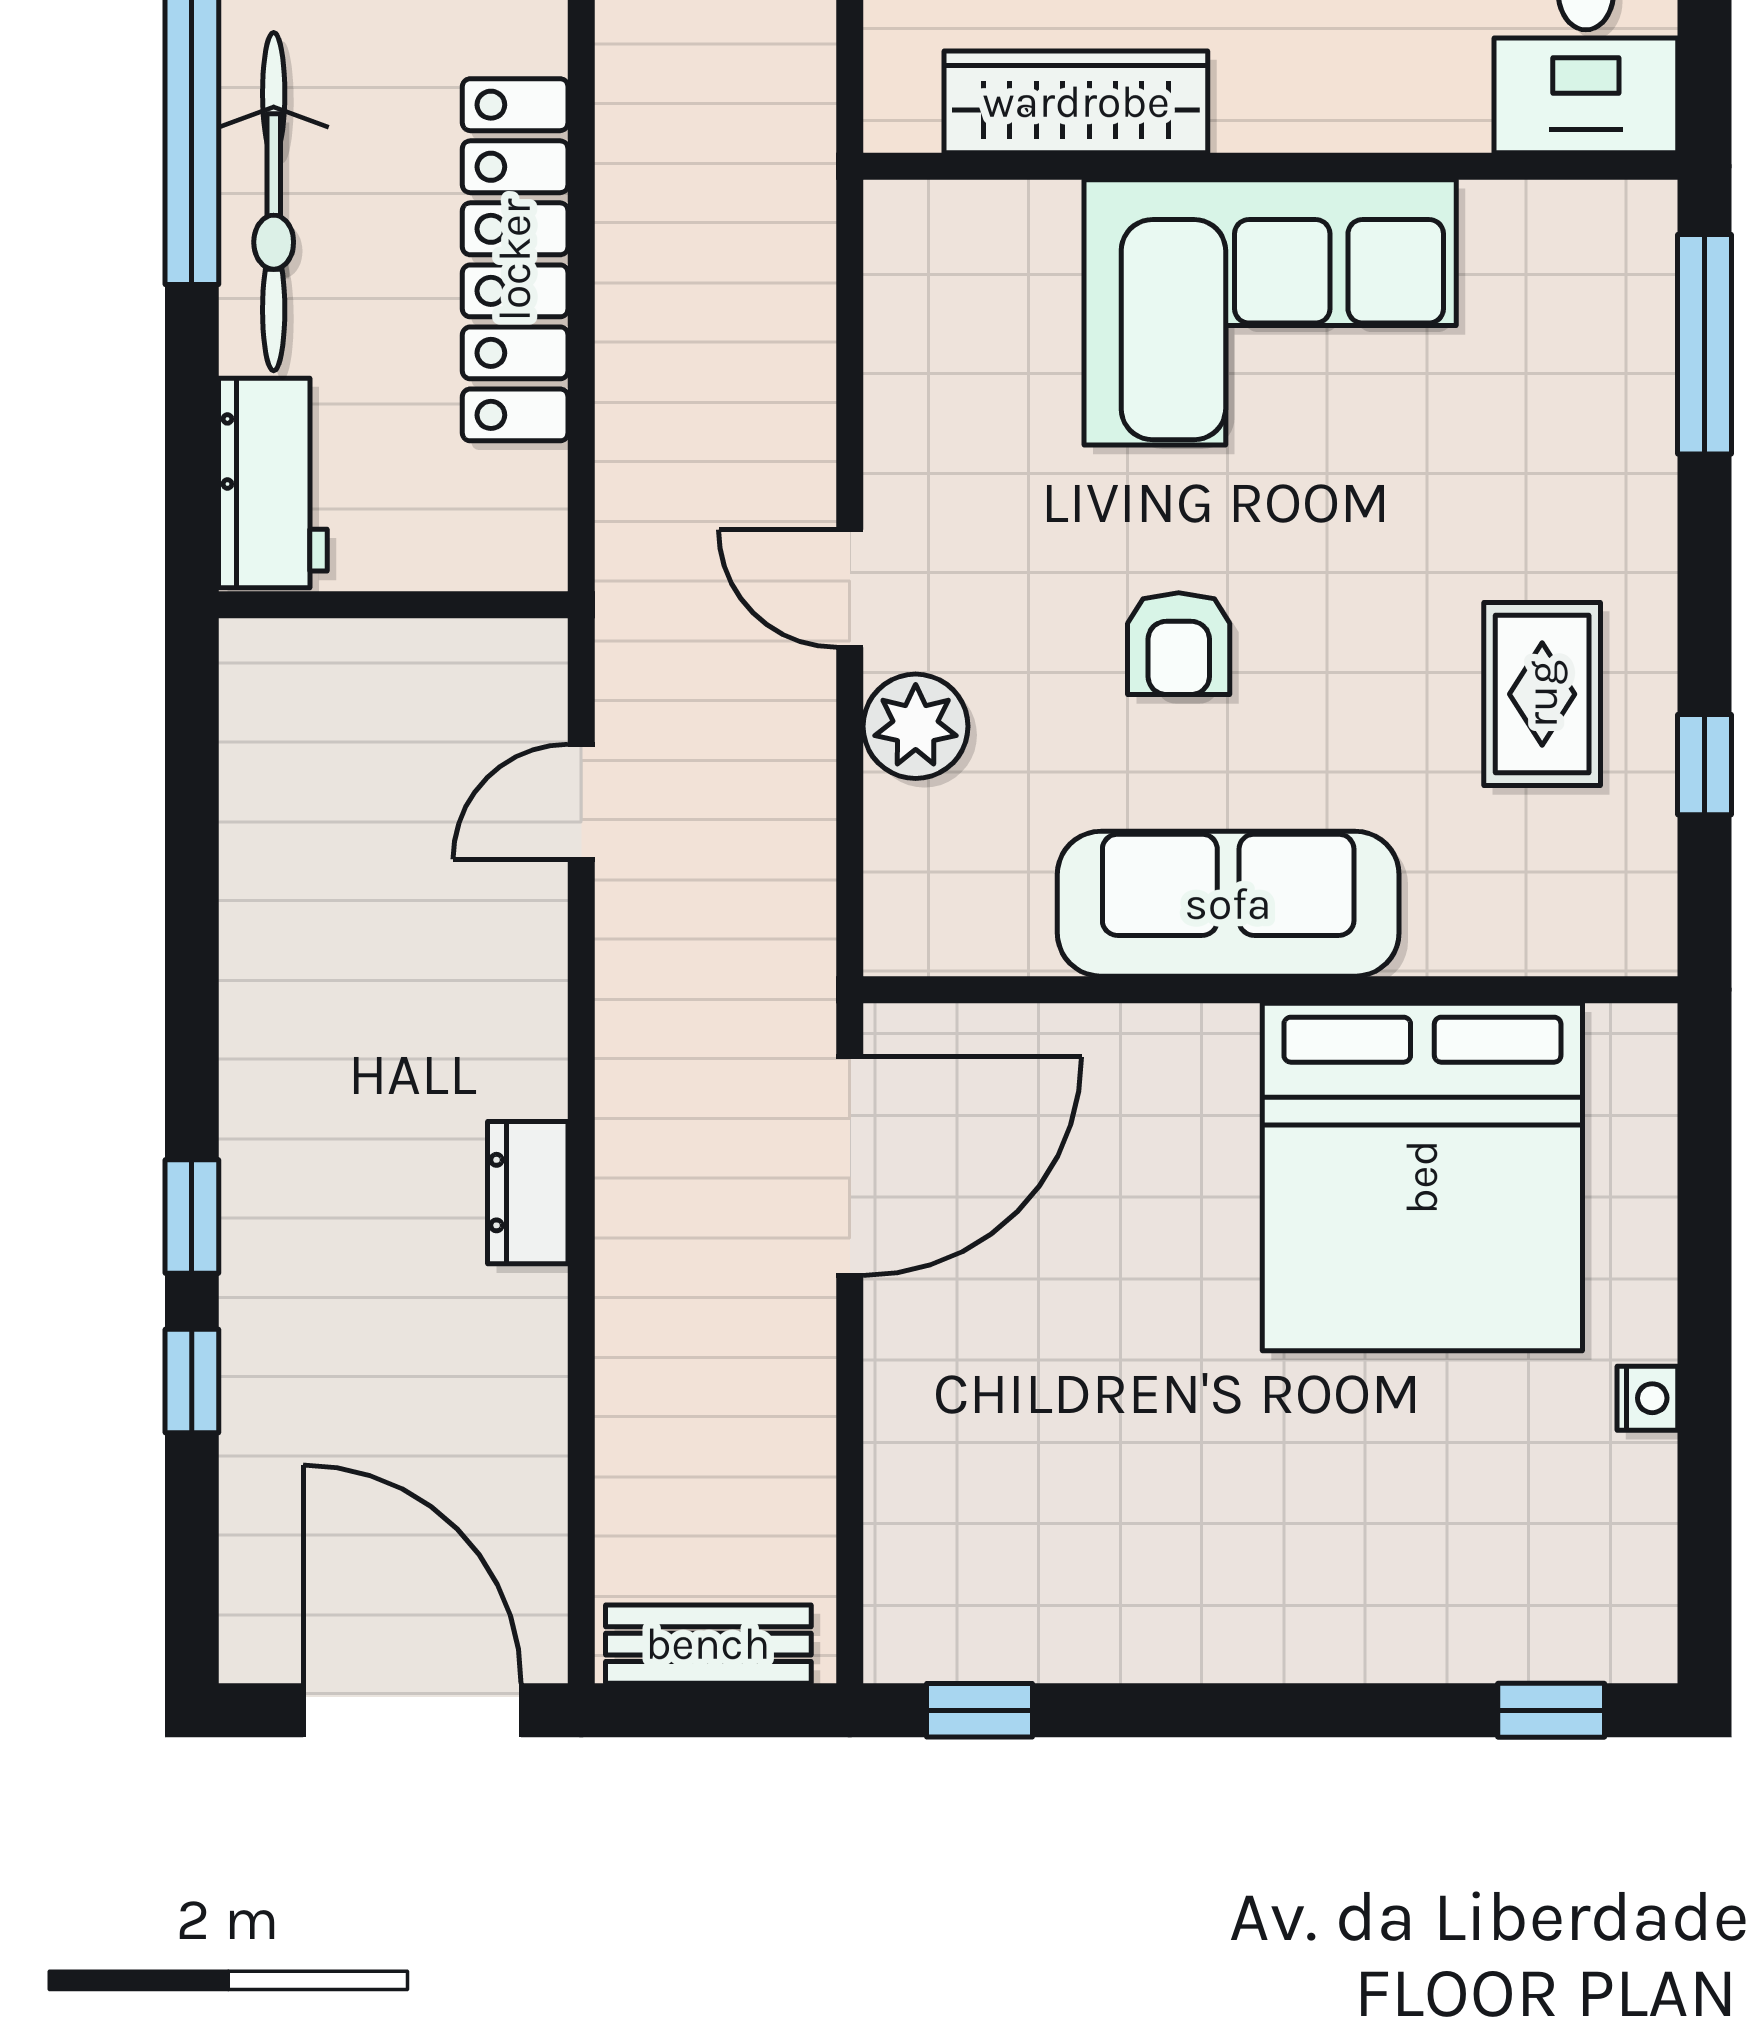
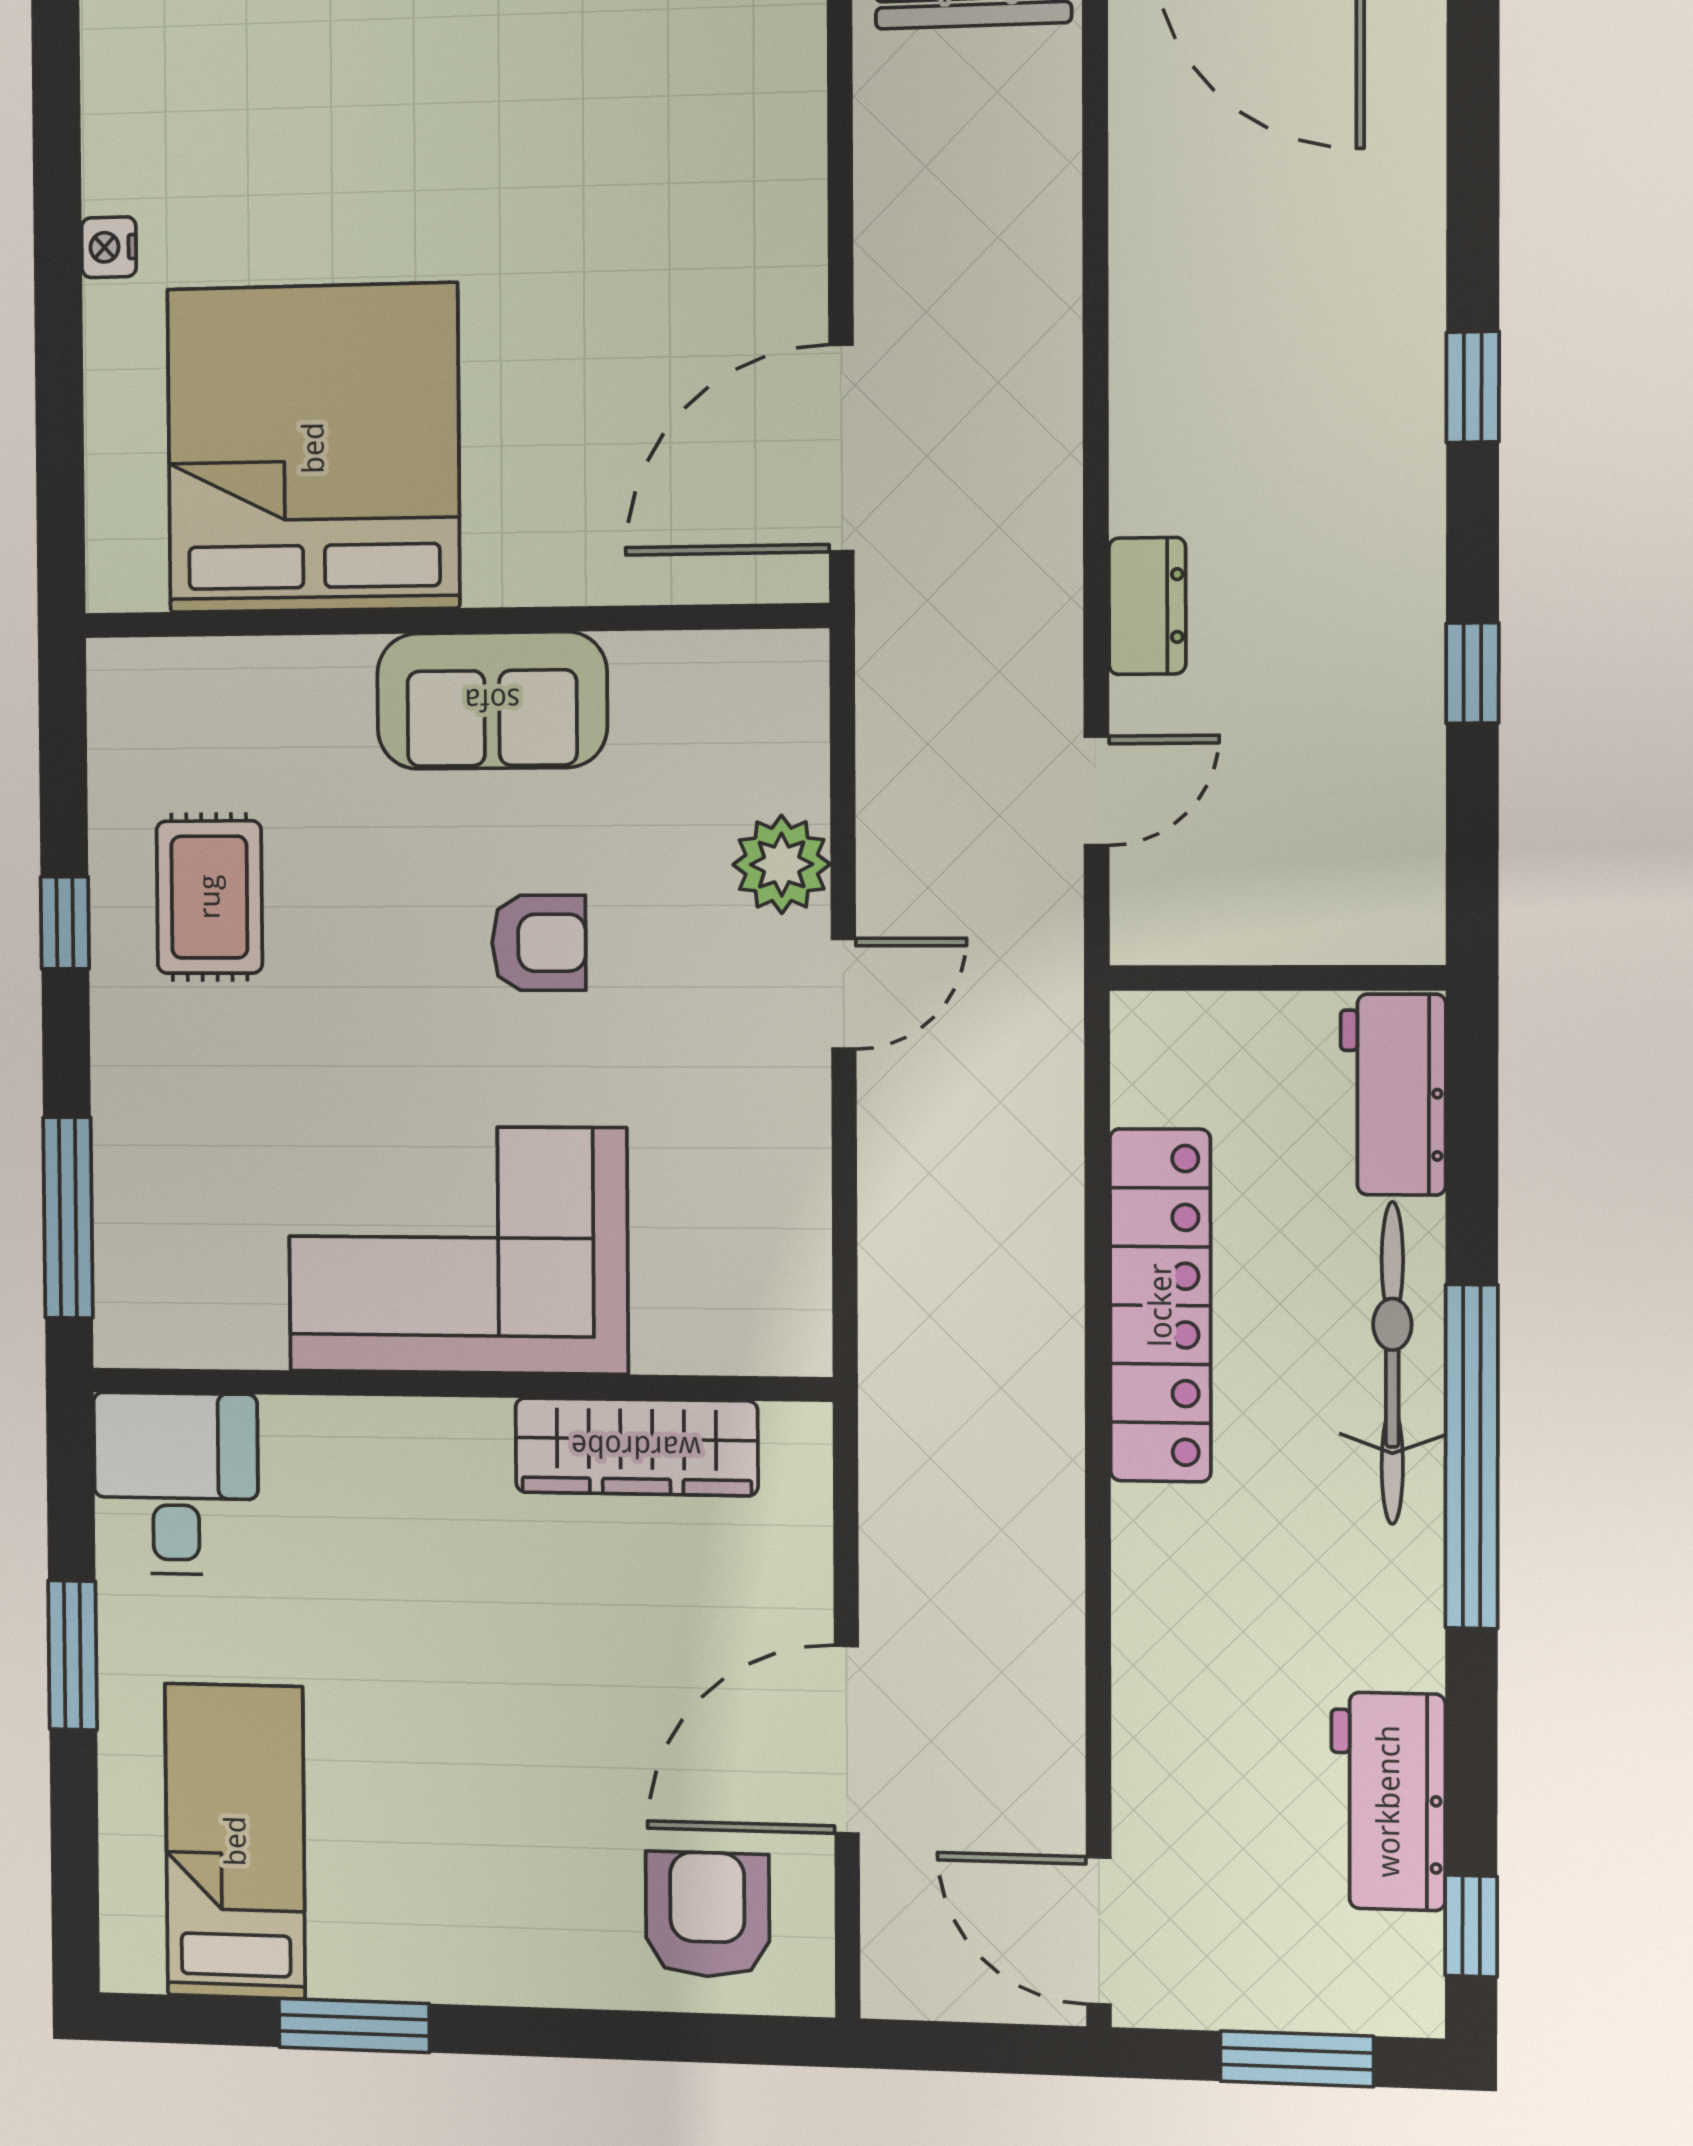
door: (850, 589) -> (844, 994), hinge flipped
armchair: (1179, 644) -> (539, 943), turned 90
window: (1705, 765) -> (65, 923), moved
sofa: (1228, 904) -> (492, 700), width x0.73
dresser: (528, 1193) -> (1147, 606), moved
window: (192, 1381) -> (1472, 673), moved

